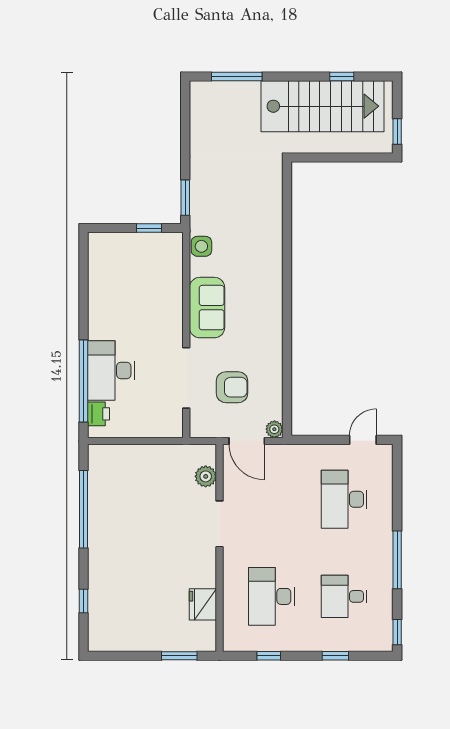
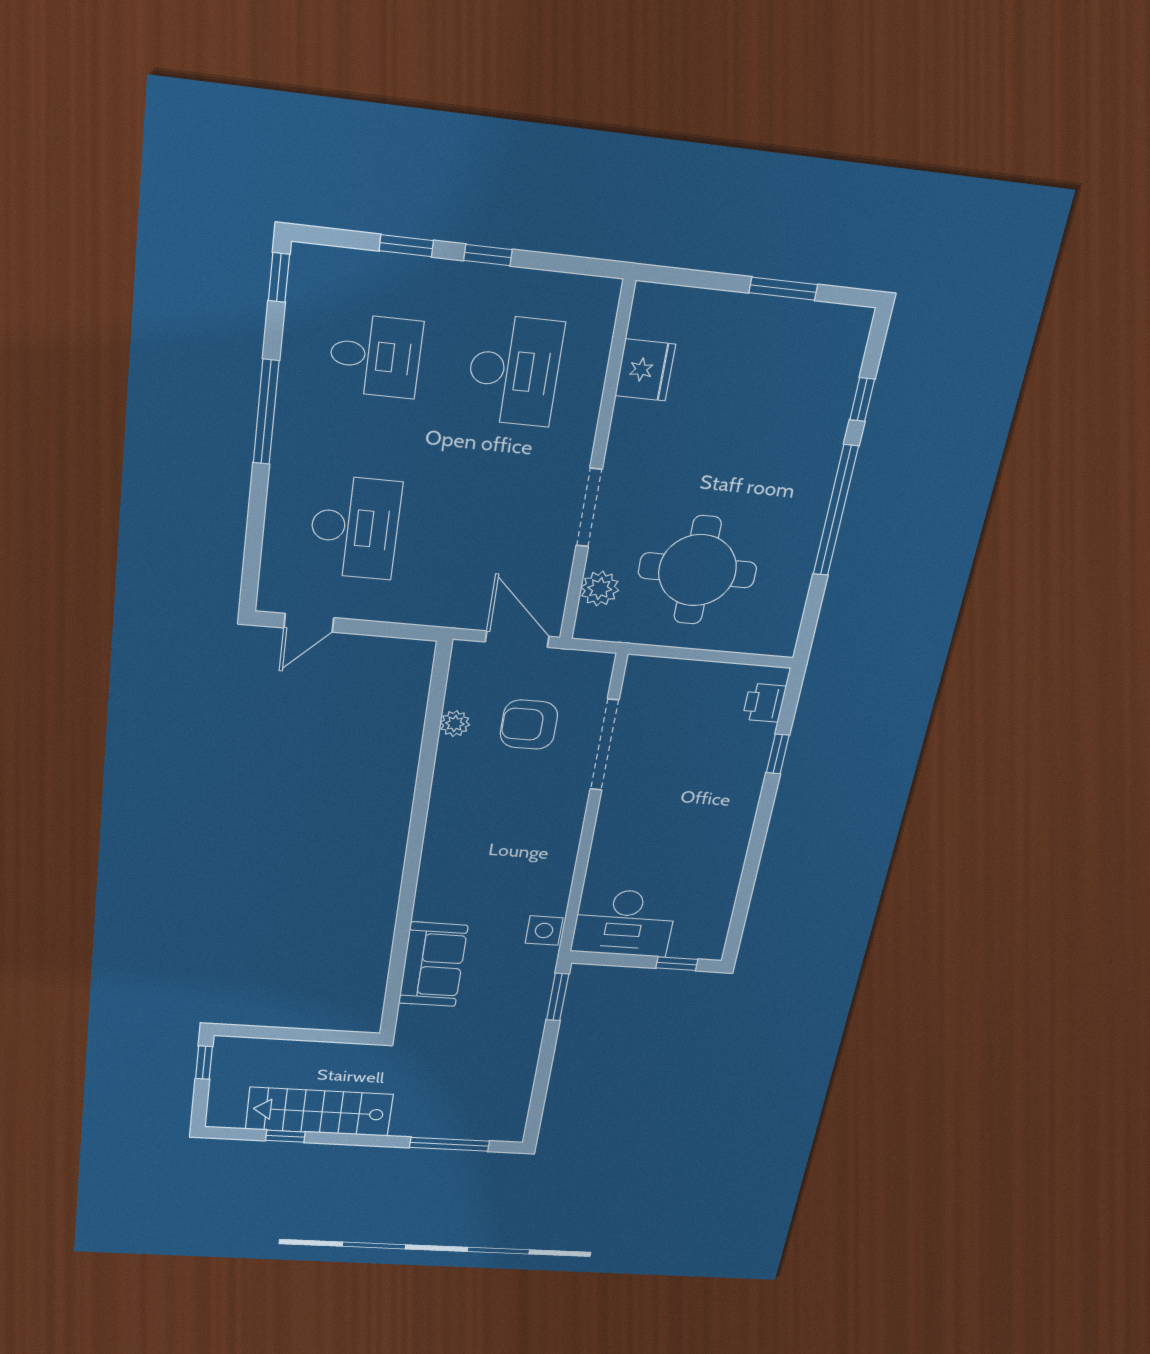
stairs: (322, 106) -> (319, 1112), width x0.73, depth x0.66
window: (149, 228) -> (677, 964), moved
sofa: (207, 308) -> (433, 965), moved, turned 180
desk: (111, 371) -> (624, 923), moved, turned 90
window: (84, 381) -> (778, 754), width x0.32
plant: (274, 429) -> (455, 724), moved
round table: (153, 493) -> (697, 570), added
window: (84, 509) -> (836, 511), moved
window: (179, 656) -> (783, 289), moved
window: (269, 656) -> (488, 255), moved

